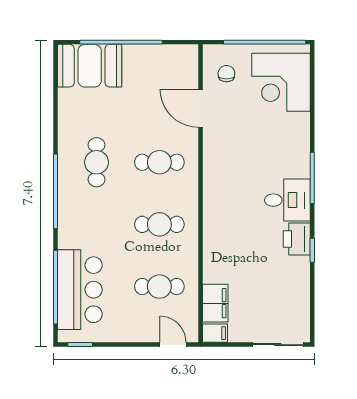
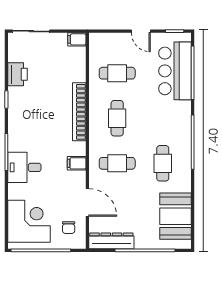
dresser: (167, 55) -> (111, 241), added
booth: (90, 66) -> (175, 216), moved, turned 90
desk: (287, 200) -> (24, 167), moved
cafe table: (159, 224) -> (117, 118), turned 90
bookcase: (212, 233) -> (79, 112), added
printer: (297, 239) -> (18, 74), moved
filing cabinet: (215, 303) -> (77, 163), moved, width x0.50
door: (173, 345) -> (141, 31), moved

